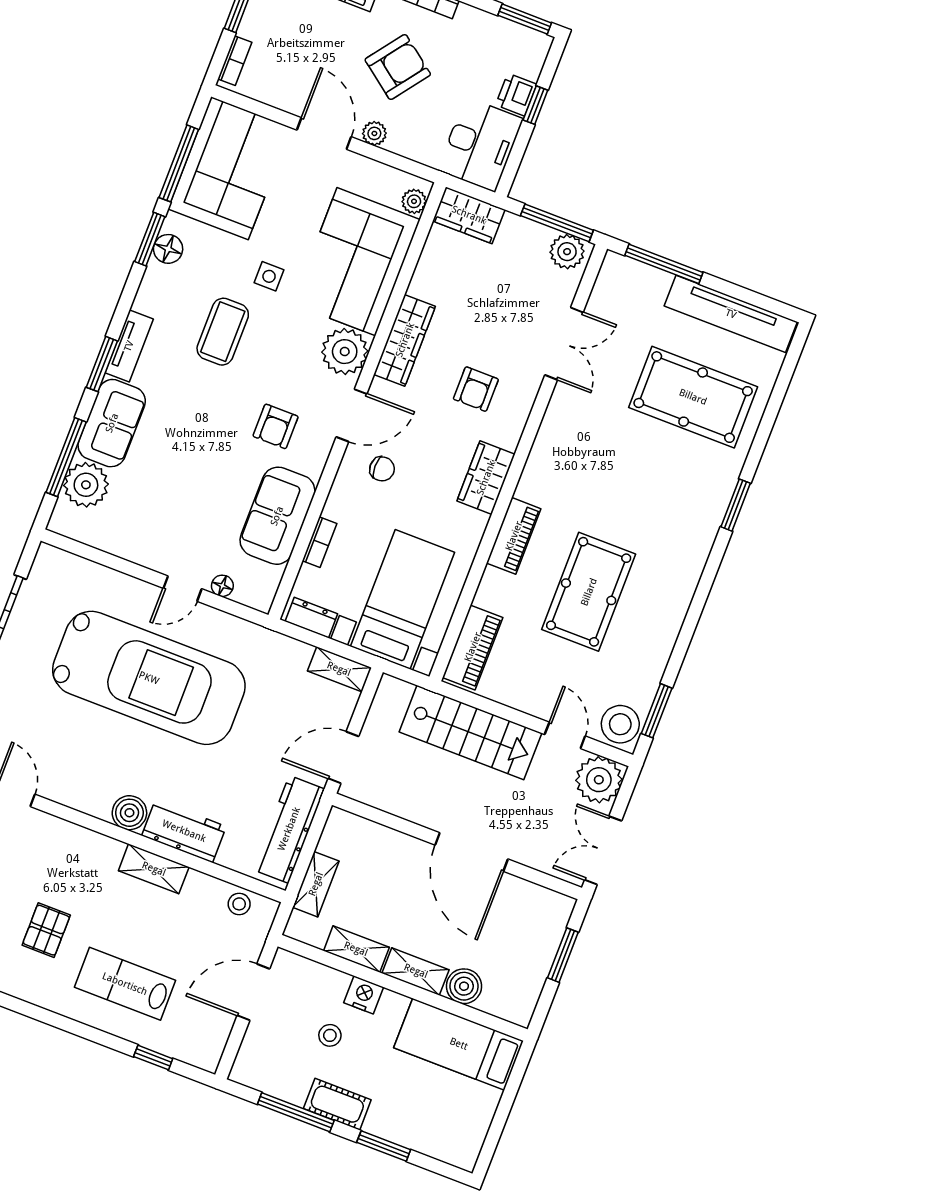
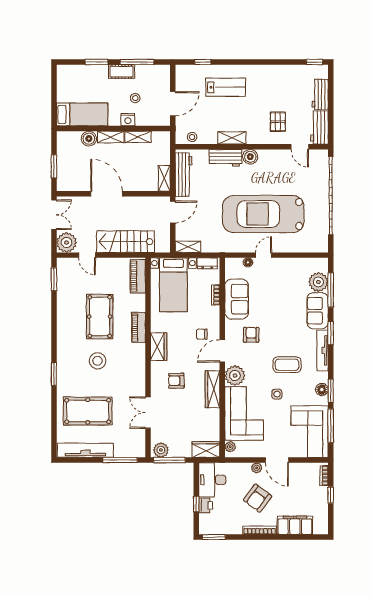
coffee table: (223, 332) -> (287, 365), turned 90
tv unit: (129, 346) -> (322, 350), width x1.41
armchair: (476, 389) -> (176, 381), turned -90
stool: (620, 724) -> (98, 361), moved
shelving: (316, 884) -> (164, 178), moved
pallet: (46, 930) -> (278, 122), moved

